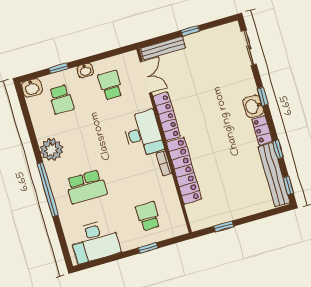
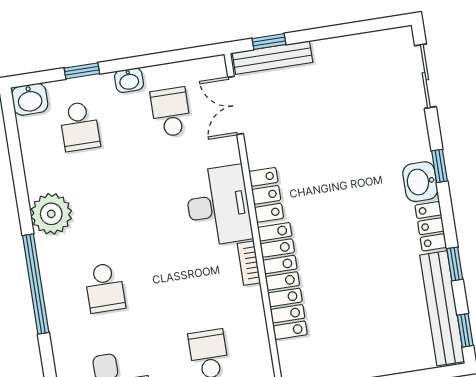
window: (190, 31) -> (269, 42), moved
double door: (146, 77) -> (236, 105), swing flipped
locker: (167, 117) -> (266, 195), width x0.66
school desk: (86, 187) -> (105, 288), width x0.54

